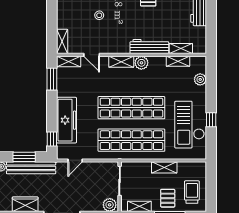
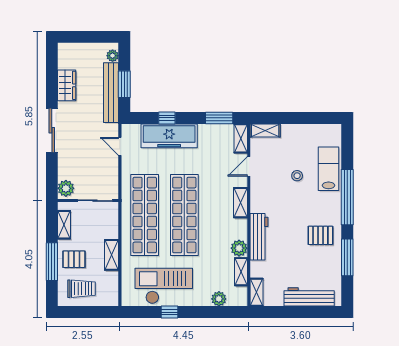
shelving: (181, 48) -> (257, 292), moved
plant: (141, 63) -> (239, 248), moved
window: (52, 139) -> (167, 118), moved

